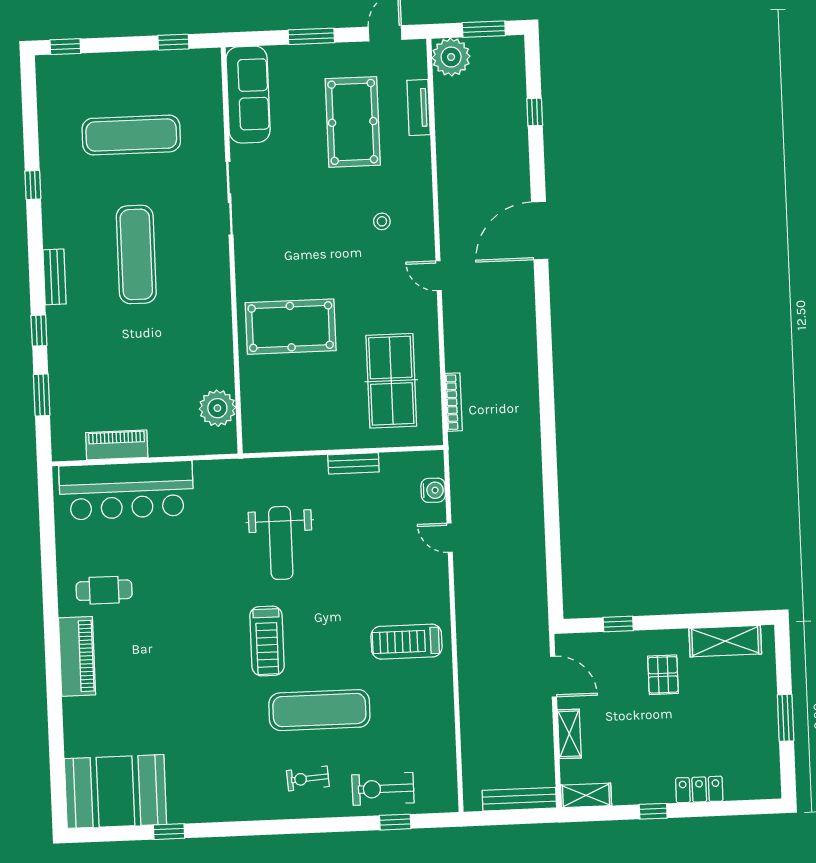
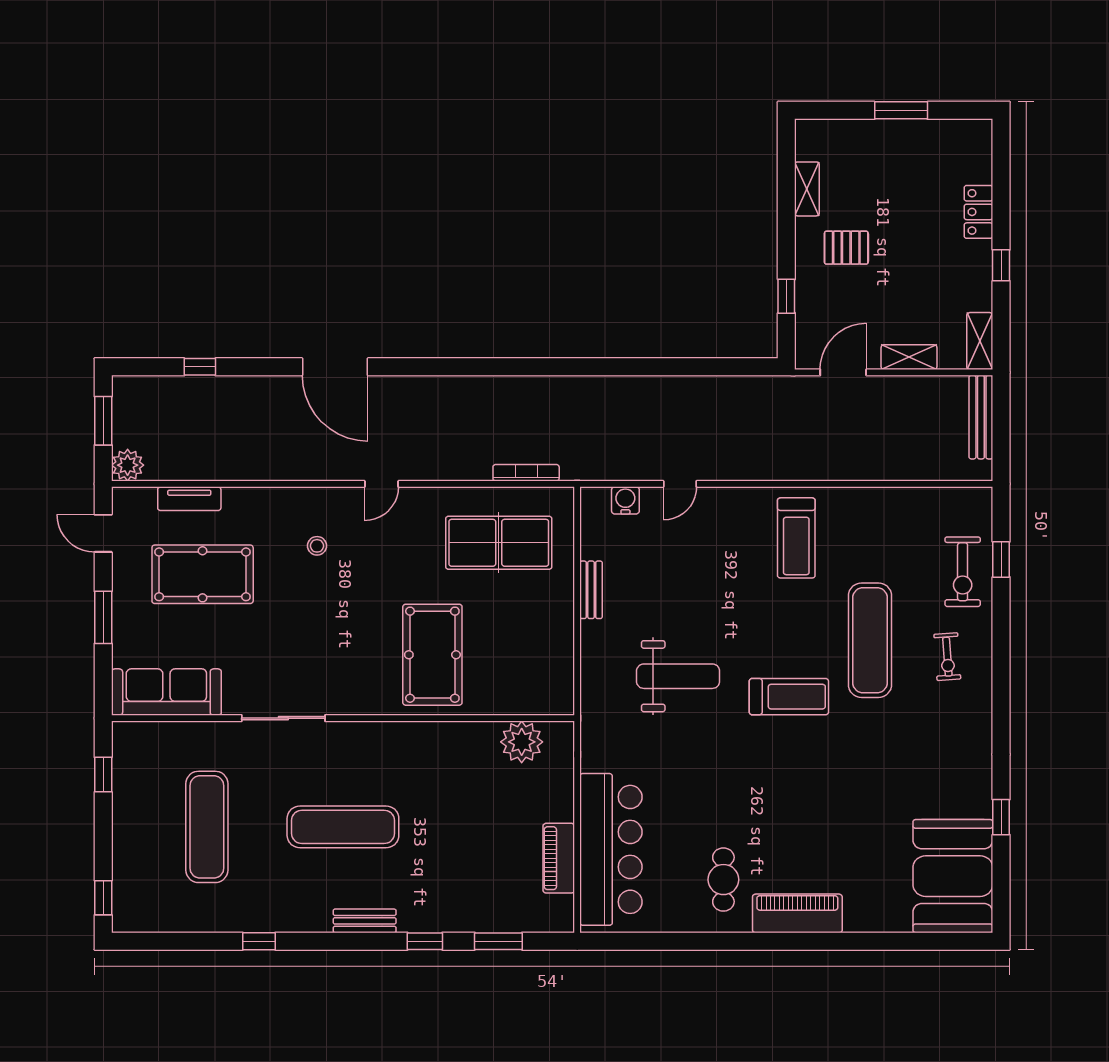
plant: (451, 57) -> (128, 465), width x0.73, depth x0.73
shelving: (725, 641) -> (807, 189), width x0.67, depth x0.75

